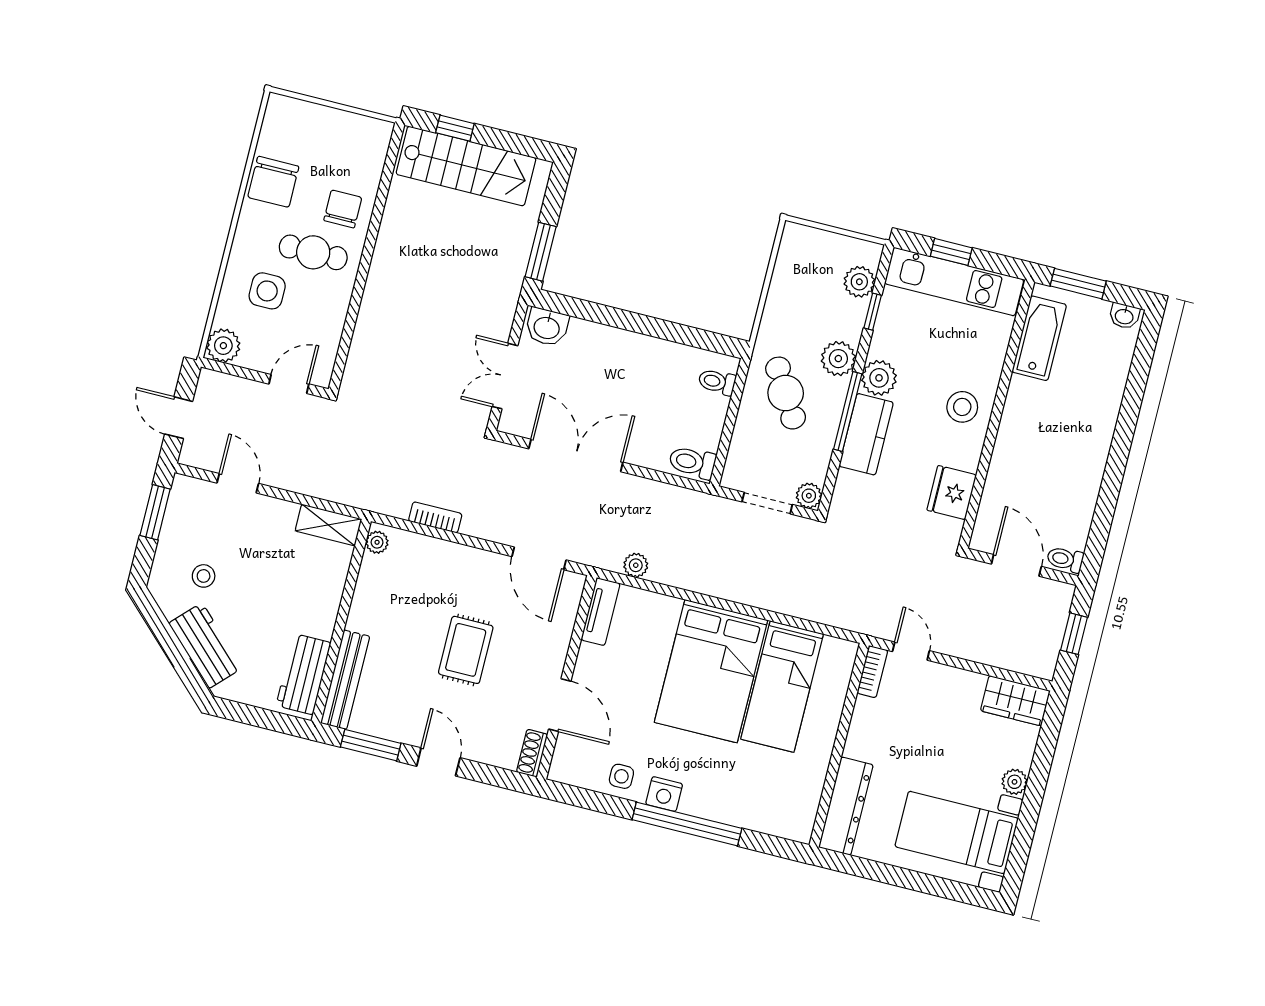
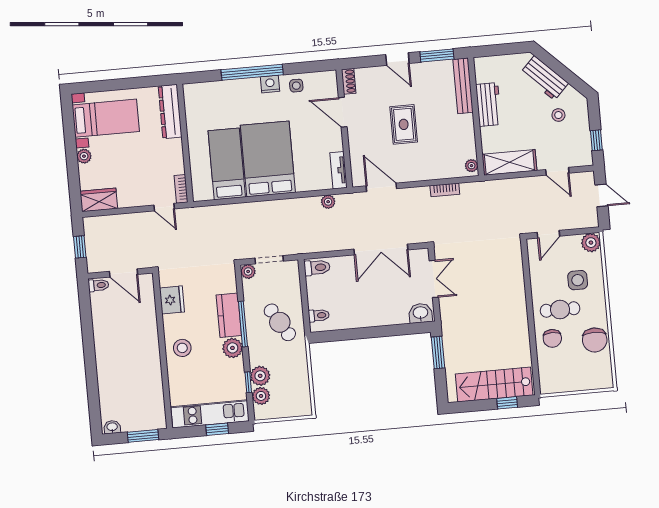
chair: (273, 182) -> (595, 340), turned 180
bathtub: (1039, 338) -> (154, 399), removed
plant: (838, 359) -> (260, 376), moved
window: (155, 512) -> (596, 140), width x0.67
shelving: (328, 525) -> (509, 162), width x1.50, depth x1.33
workbench: (303, 674) -> (489, 105), moved

